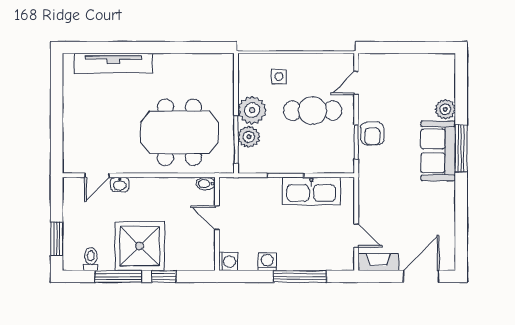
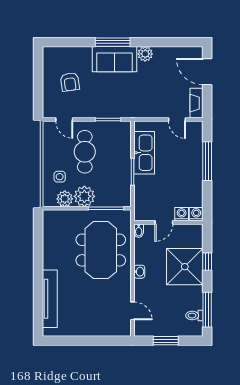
plant: (445, 109) -> (145, 54), moved
armchair: (372, 134) -> (70, 82), moved, turned 82
plant: (249, 137) -> (65, 199), moved
washbasin: (120, 185) -> (139, 272), moved
door: (356, 236) -> (177, 120), swing flipped
window: (57, 239) -> (166, 341), moved
shower: (140, 246) -> (185, 267), moved
washing machine: (267, 262) -> (182, 214), moved, turned 90
window: (118, 276) -> (207, 310), moved

